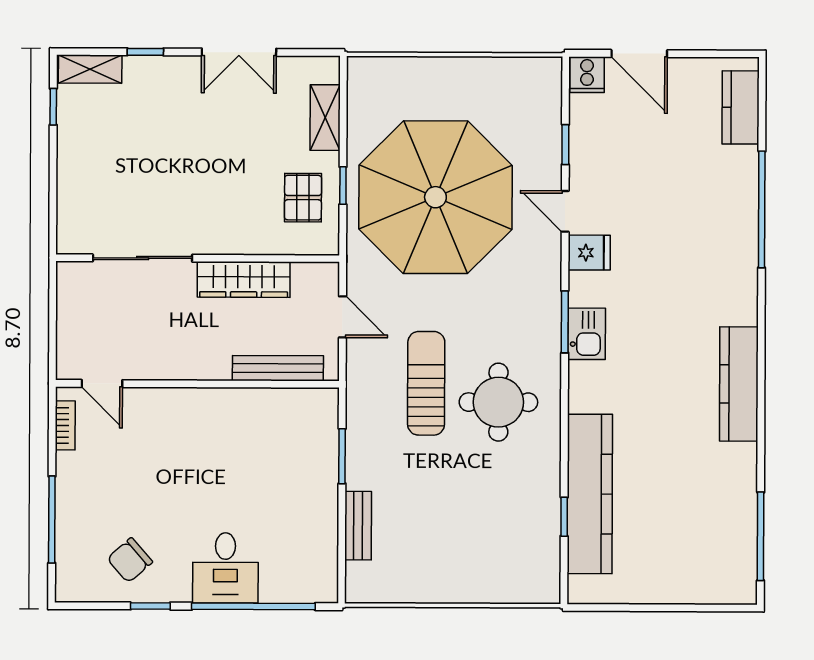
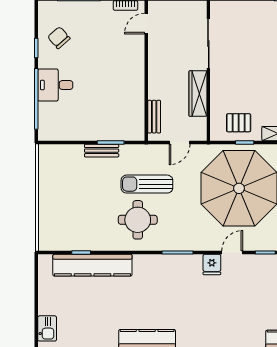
kitchen sink: (587, 334) -> (47, 328), moved, turned -90
bench: (278, 368) -> (154, 117), width x0.73
sun lounger: (426, 383) -> (147, 184), turned 180
bench: (358, 526) -> (102, 151), moved

